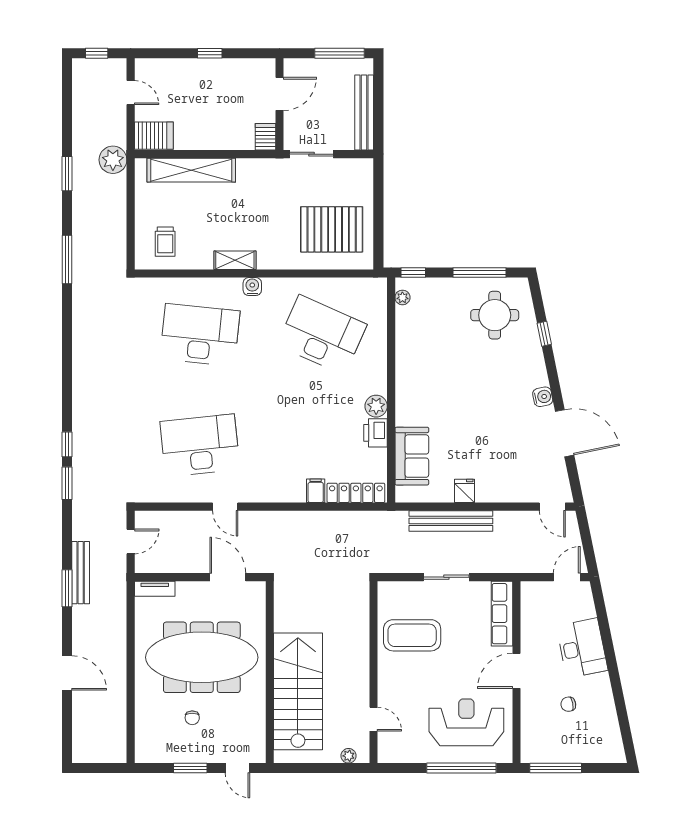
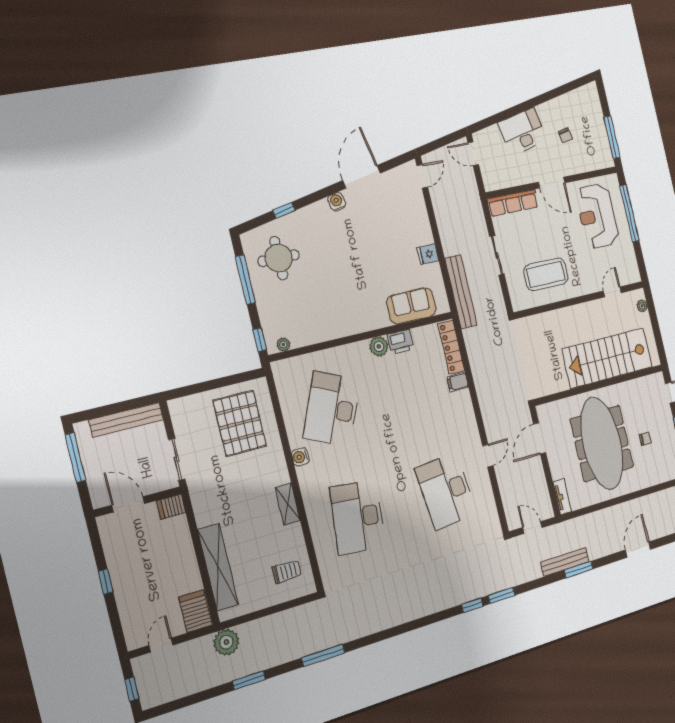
water cooler: (252, 287) -> (300, 457), moved
bench: (451, 521) -> (461, 292), moved
coffee table: (412, 635) -> (546, 274), turned 90

